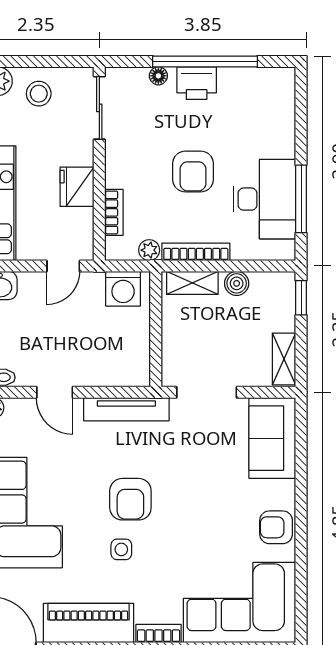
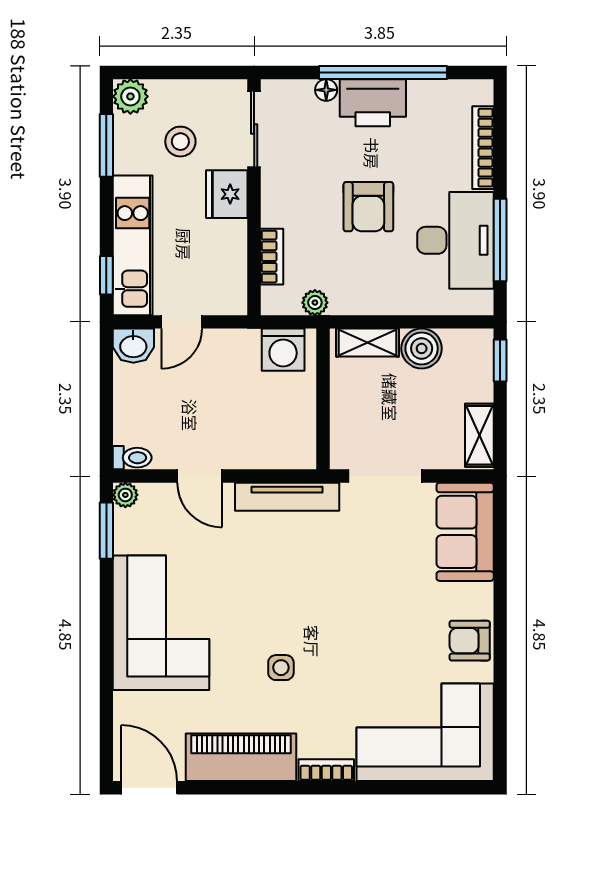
printer: (197, 83) -> (373, 103), width x1.37, depth x1.19
stool: (39, 94) -> (180, 142), moved
fridge: (77, 187) -> (227, 194), moved
bookcase: (196, 252) -> (483, 148), moved, turned -90
door: (63, 266) -> (182, 322), moved
boiler: (237, 283) -> (422, 348), width x1.36, depth x1.36
armchair: (130, 499) -> (292, 606), removed

